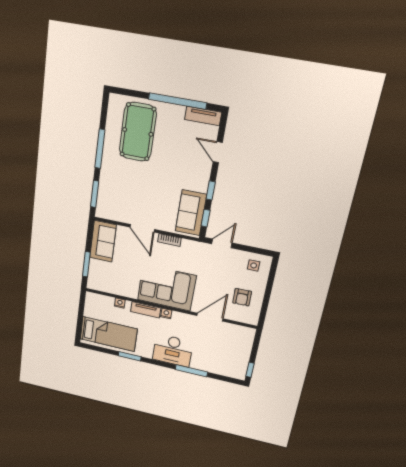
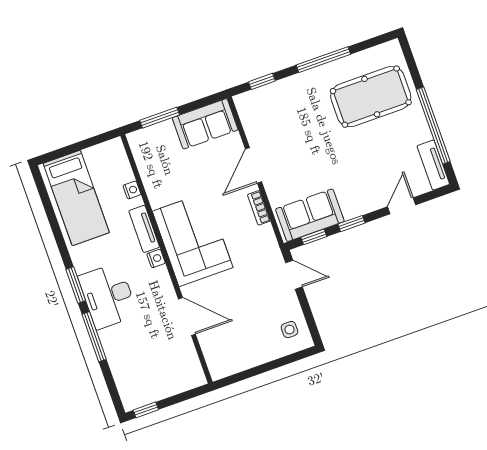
window: (95, 194) -> (262, 81), width x0.67
armchair: (242, 297) -> (240, 340), removed
window: (130, 356) -> (76, 285), moved

